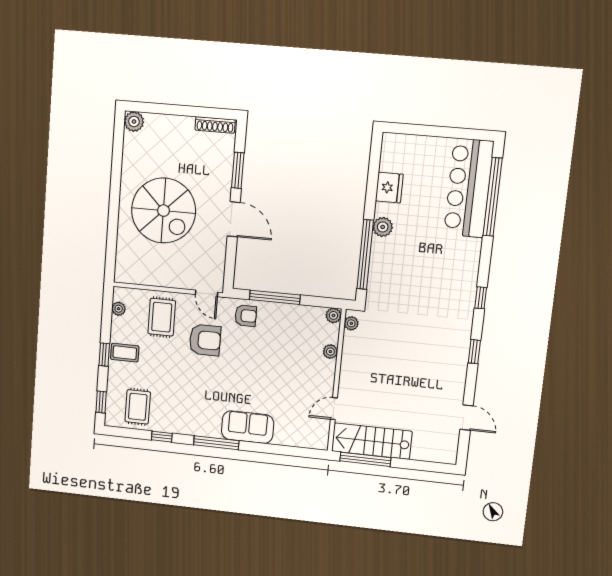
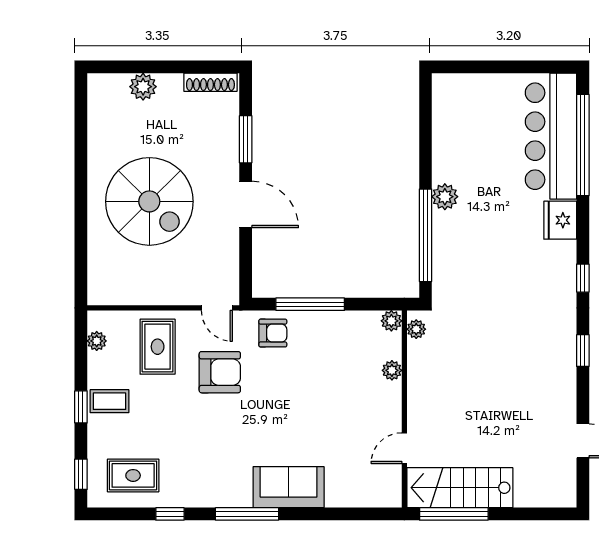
plant: (134, 122) -> (143, 87), moved
fridge: (389, 188) -> (560, 220), moved, turned 180
rug: (138, 407) -> (133, 475), turned 90

